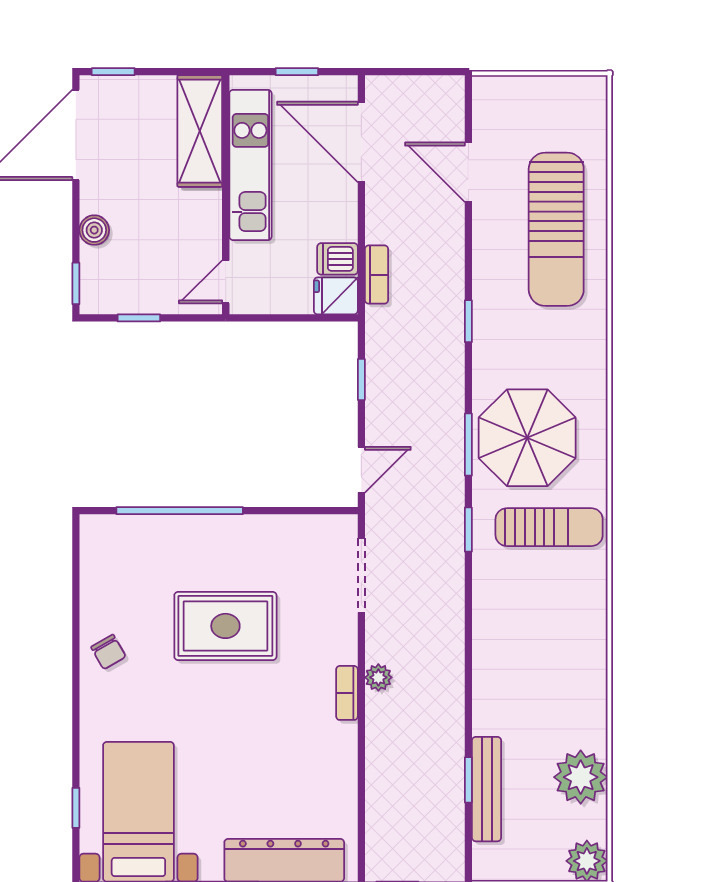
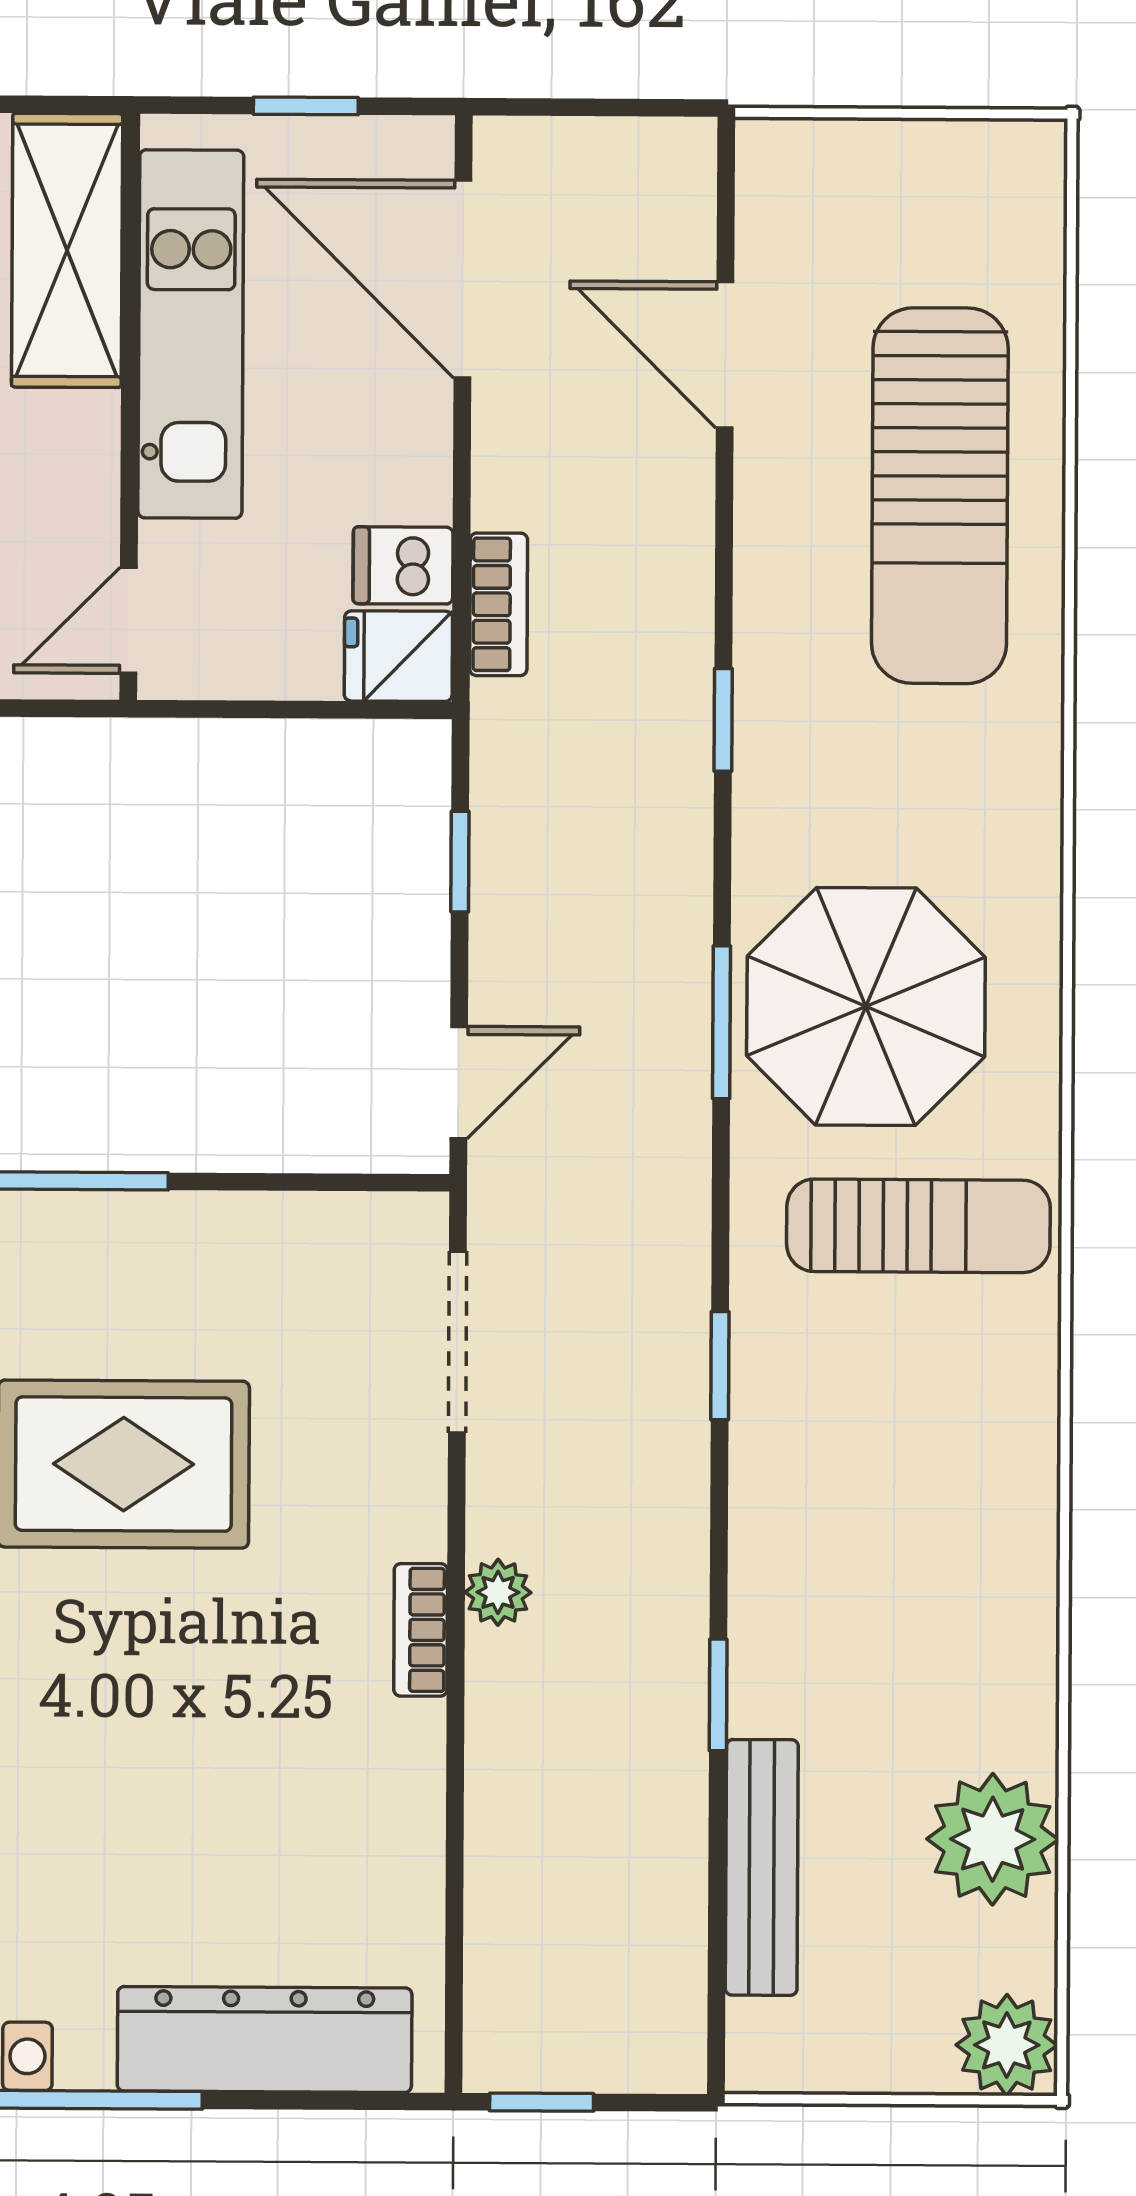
window: (468, 530) -> (720, 1366), moved
window: (468, 780) -> (718, 1695), moved

